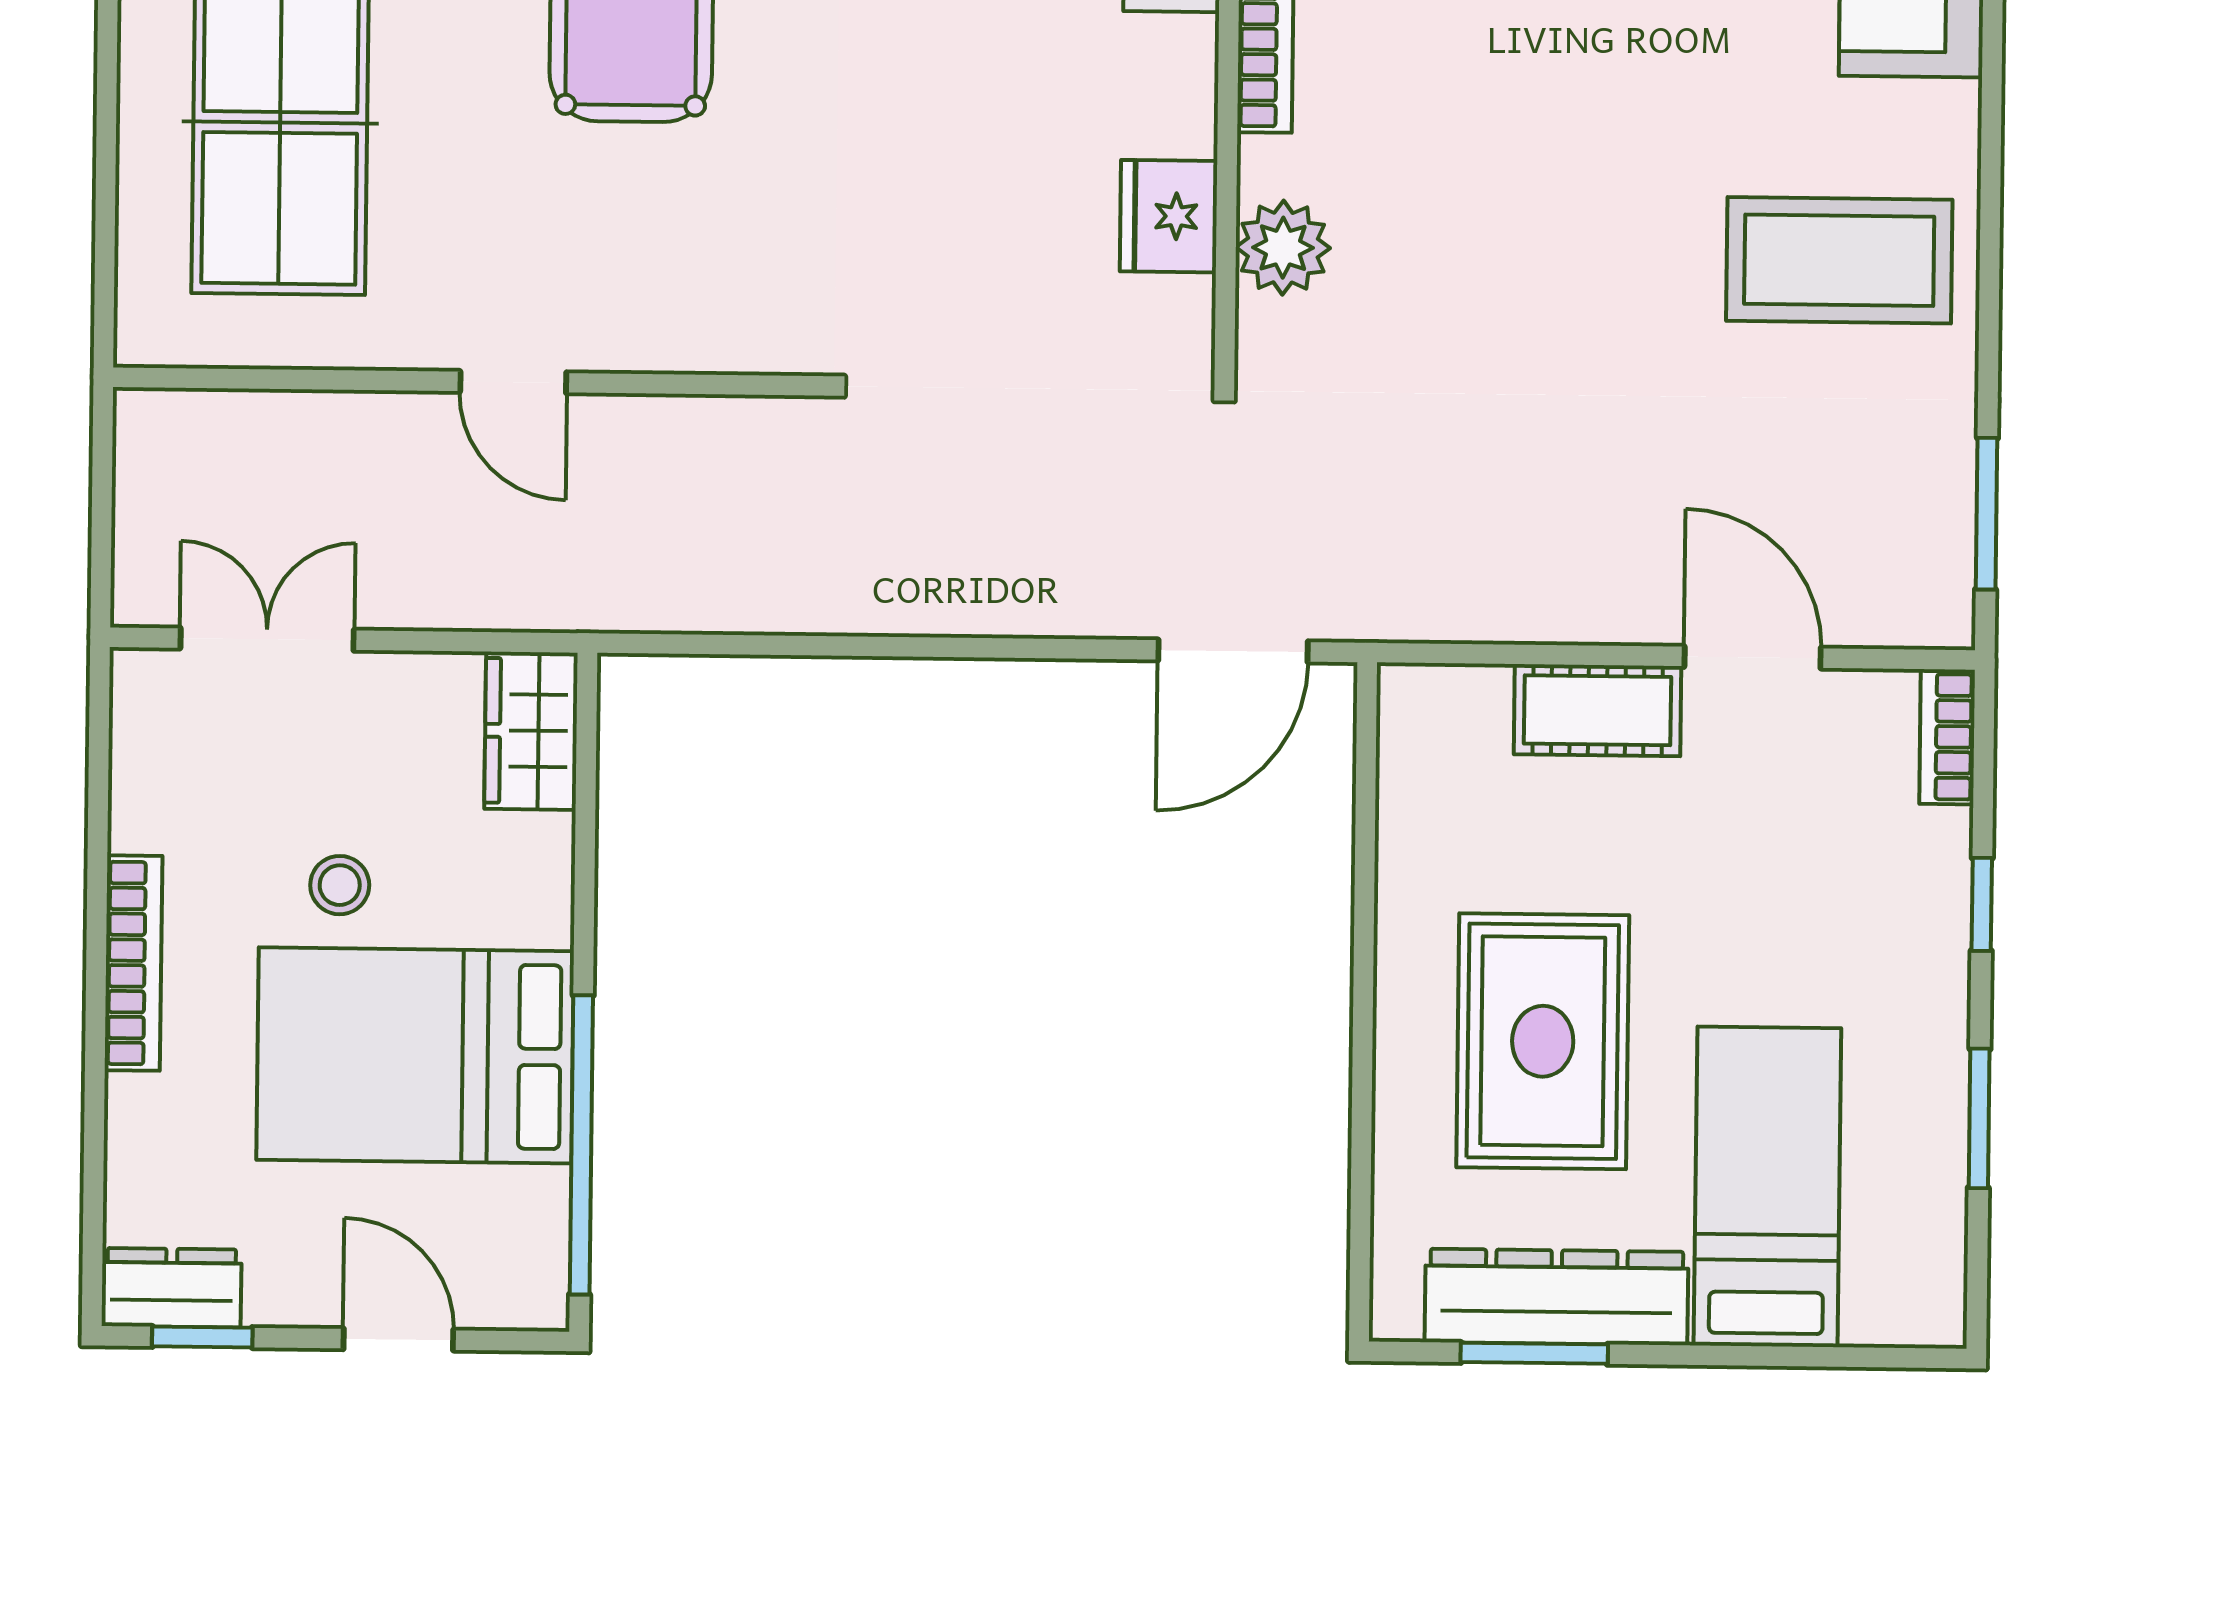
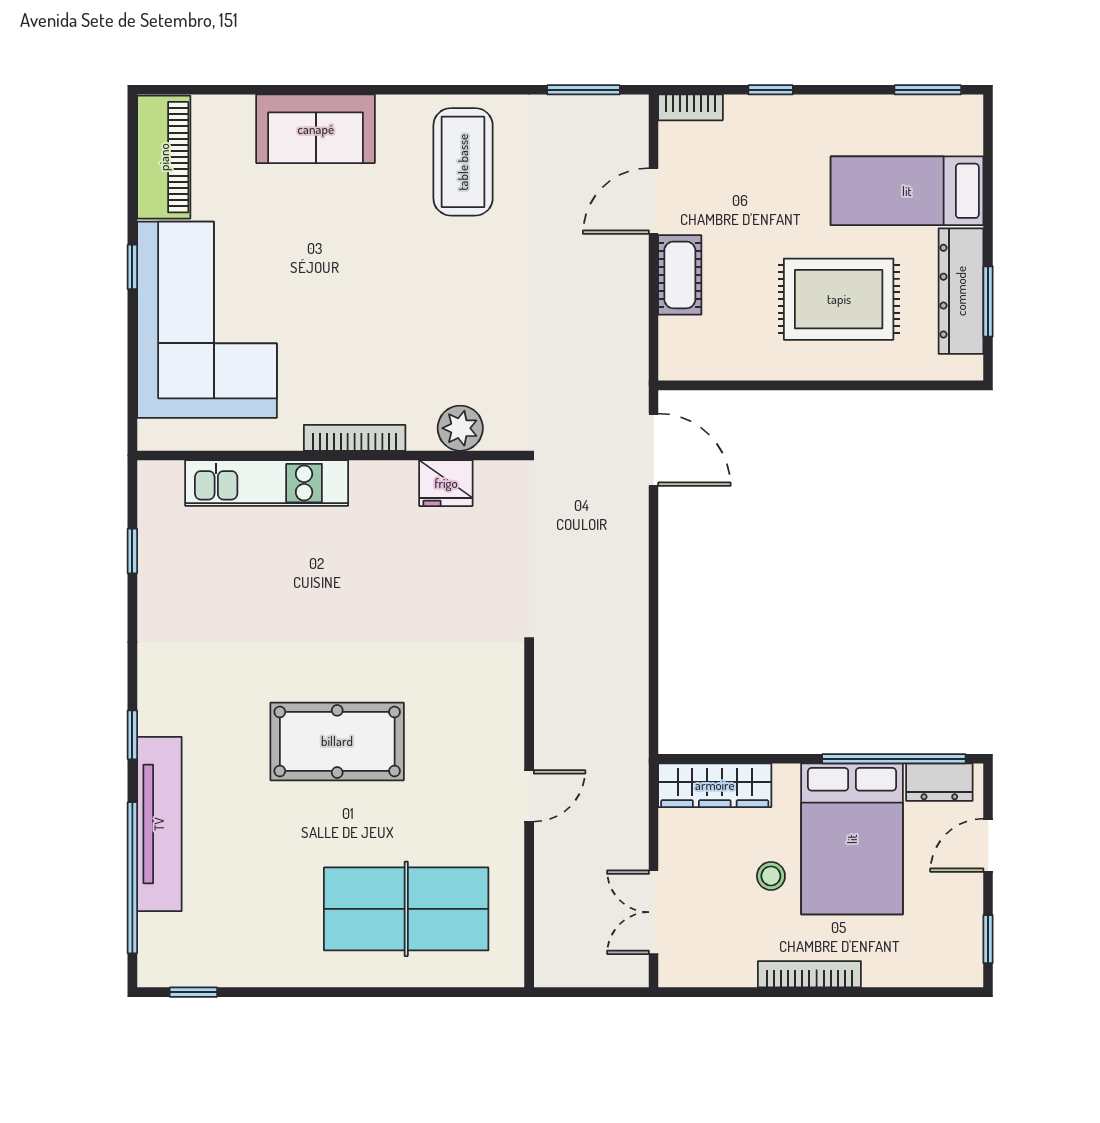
wardrobe: (531, 731) -> (715, 785), width x1.50
window: (1979, 1118) -> (928, 90), moved
dresser: (171, 1288) -> (939, 782), moved, turned -90

